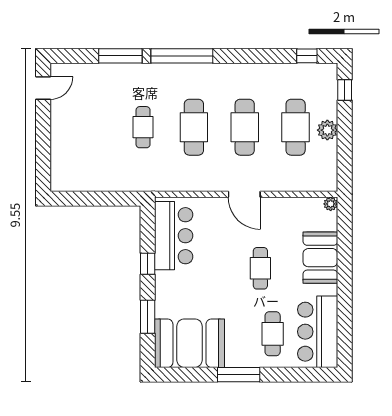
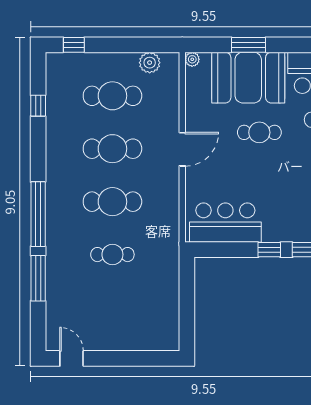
window: (307, 56) -> (38, 106), moved
plant: (327, 130) -> (150, 63), moved
booth: (320, 258) -> (248, 78), width x1.36, depth x1.42
window: (345, 258) -> (248, 45), added
window: (148, 264) -> (269, 250), moved

